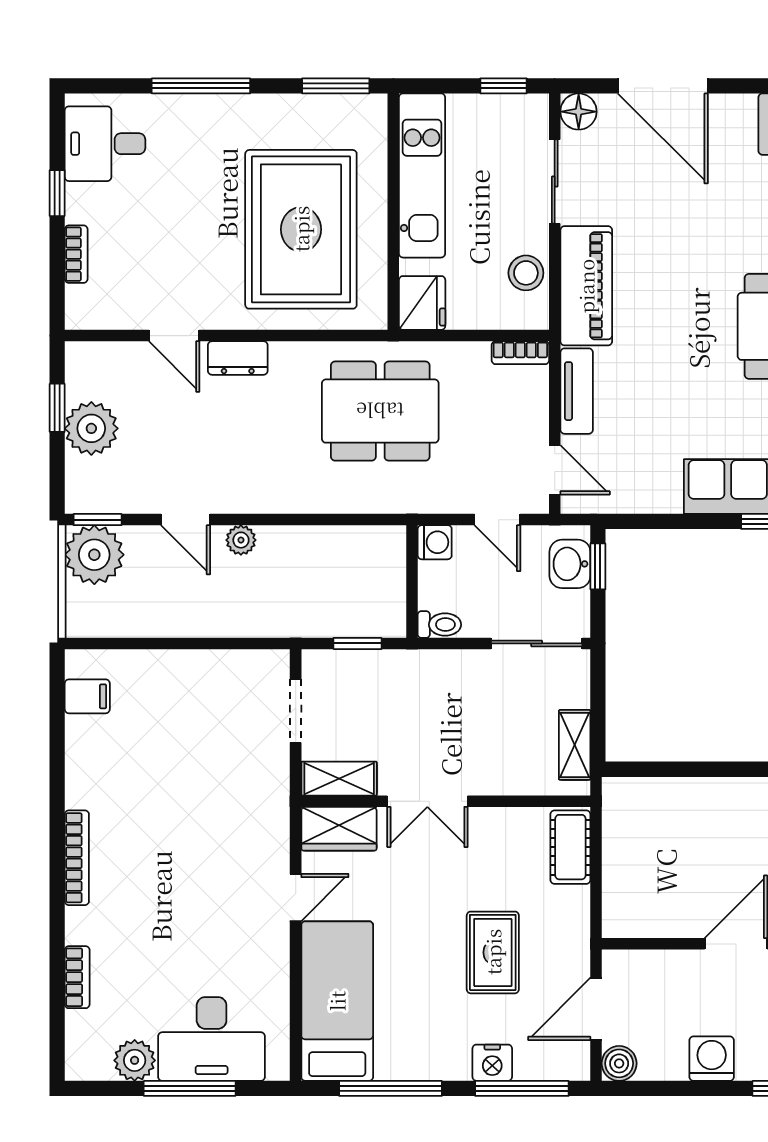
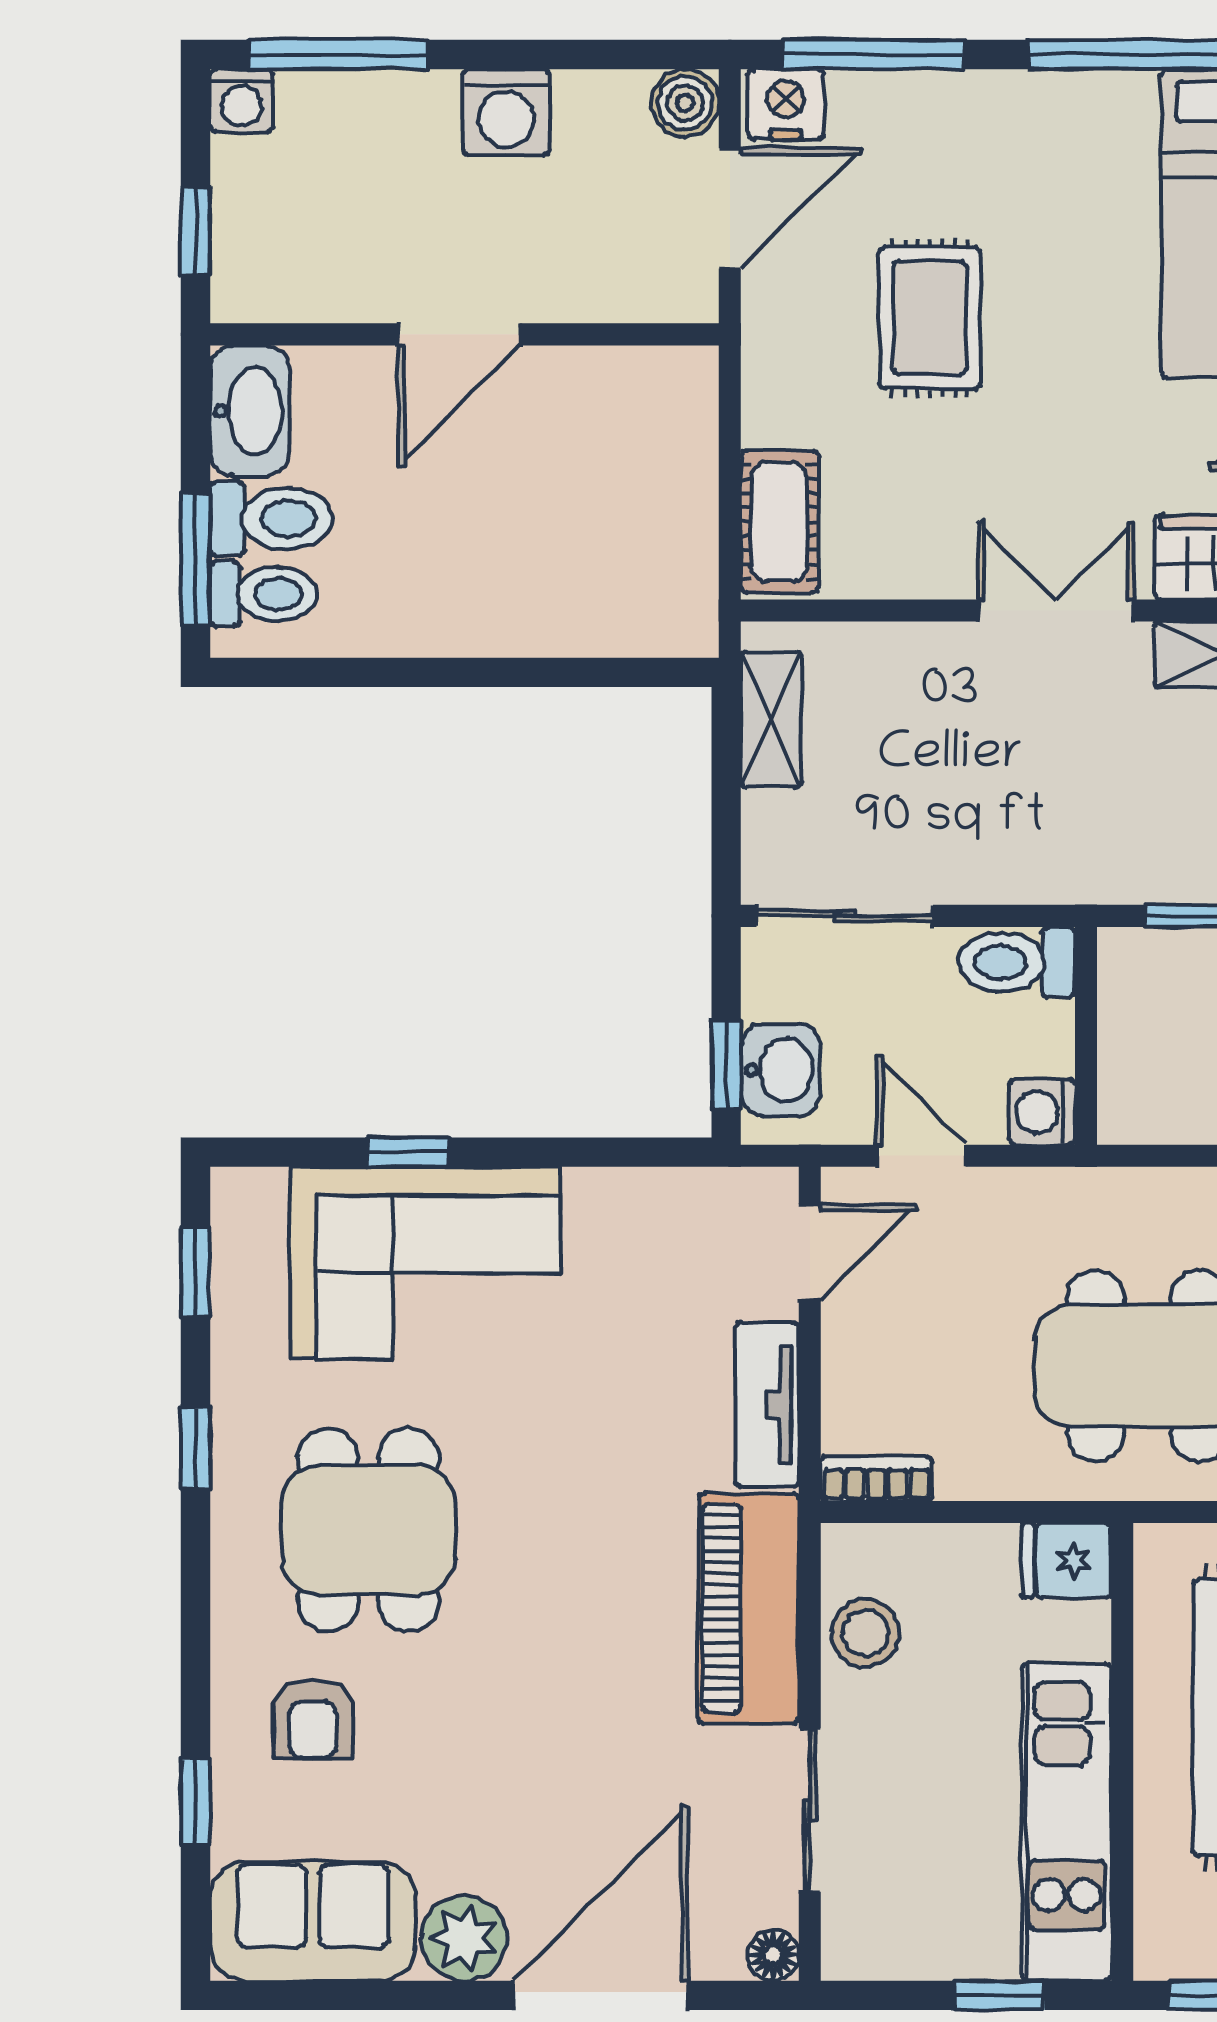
window: (503, 86) -> (999, 1995), moved
door: (663, 86) -> (601, 1995), hinge flipped
floor lamp: (579, 112) -> (773, 1955), width x0.73, depth x0.73
plant: (733, 115) -> (464, 1938), added
fridge: (422, 303) -> (1066, 1561), width x0.72
door: (555, 470) -> (810, 1252), swing flipped
toilet: (439, 625) -> (1017, 962), width x1.37, depth x1.39
nightstand: (492, 1063) -> (786, 104), moved

